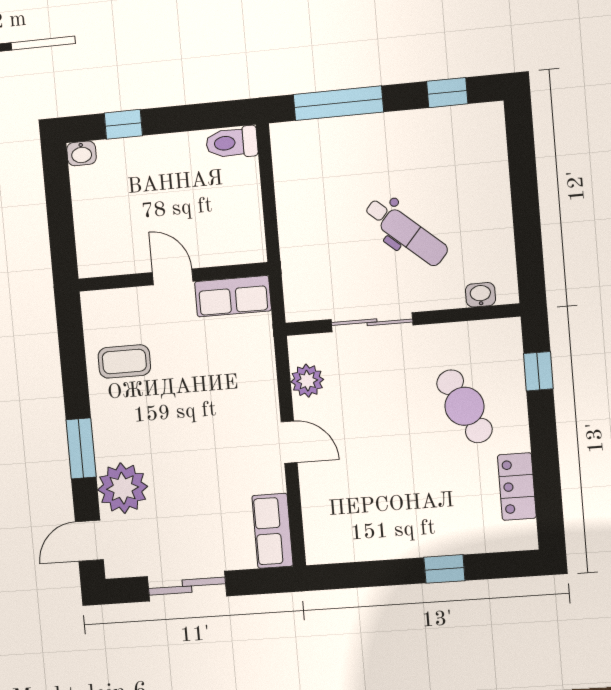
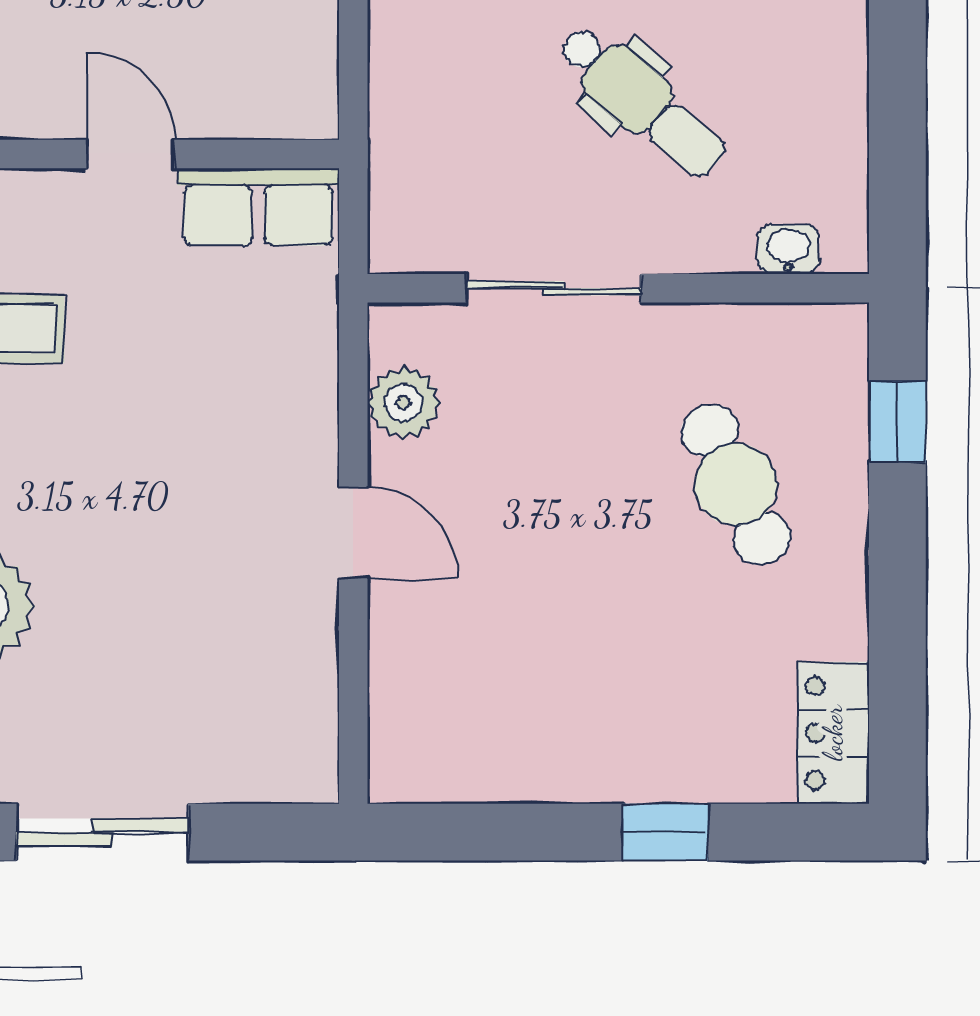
locker: (517, 487) -> (833, 733), moved
row of seats: (273, 531) -> (301, 724), removed

